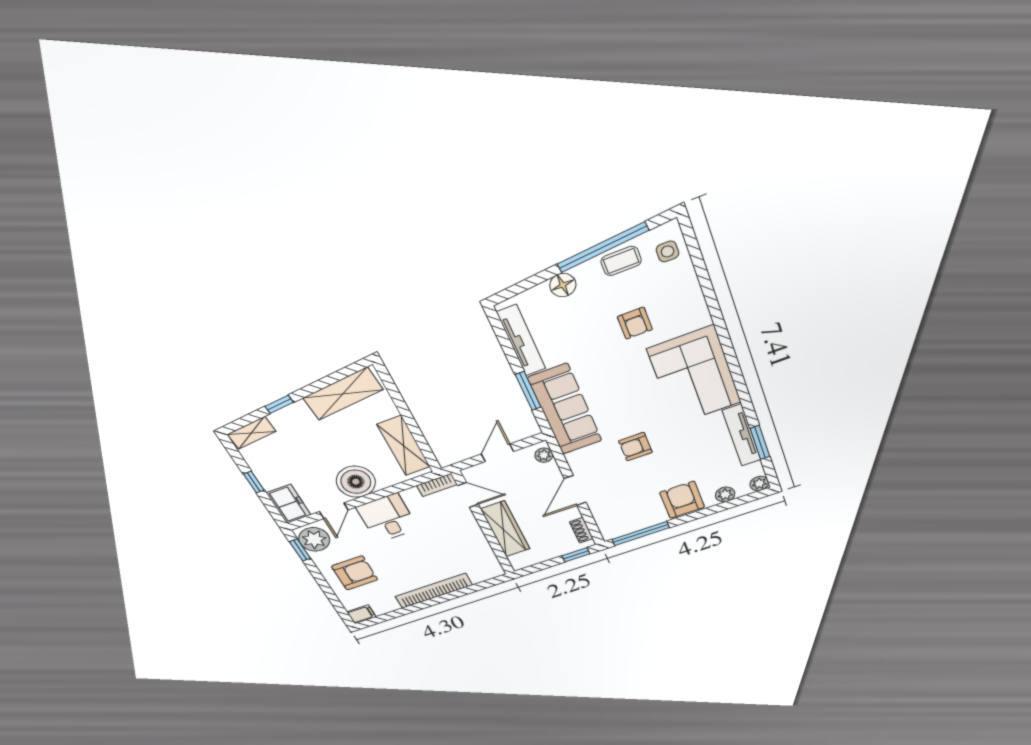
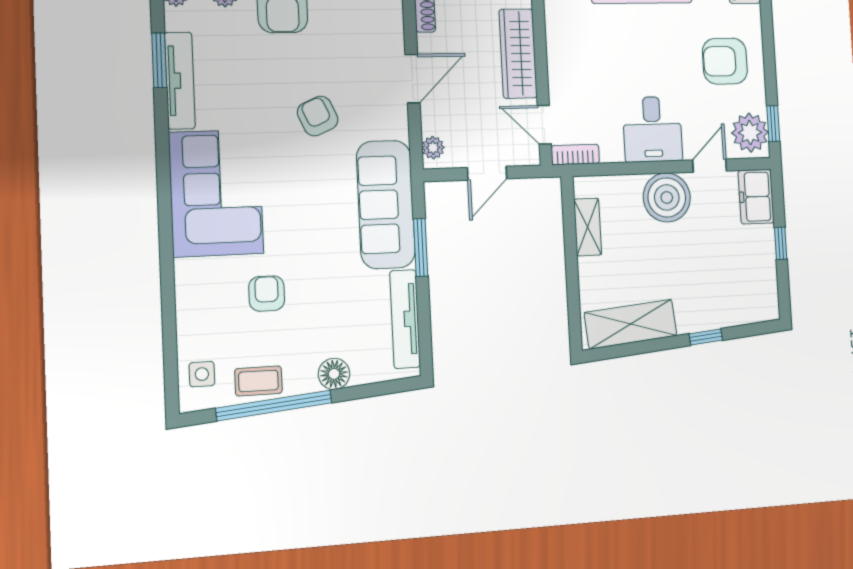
shelving: (252, 433) -> (752, 311), removed
shelving: (404, 446) -> (588, 227), width x0.67, depth x0.75
armchair: (635, 447) -> (318, 116), turned -114

